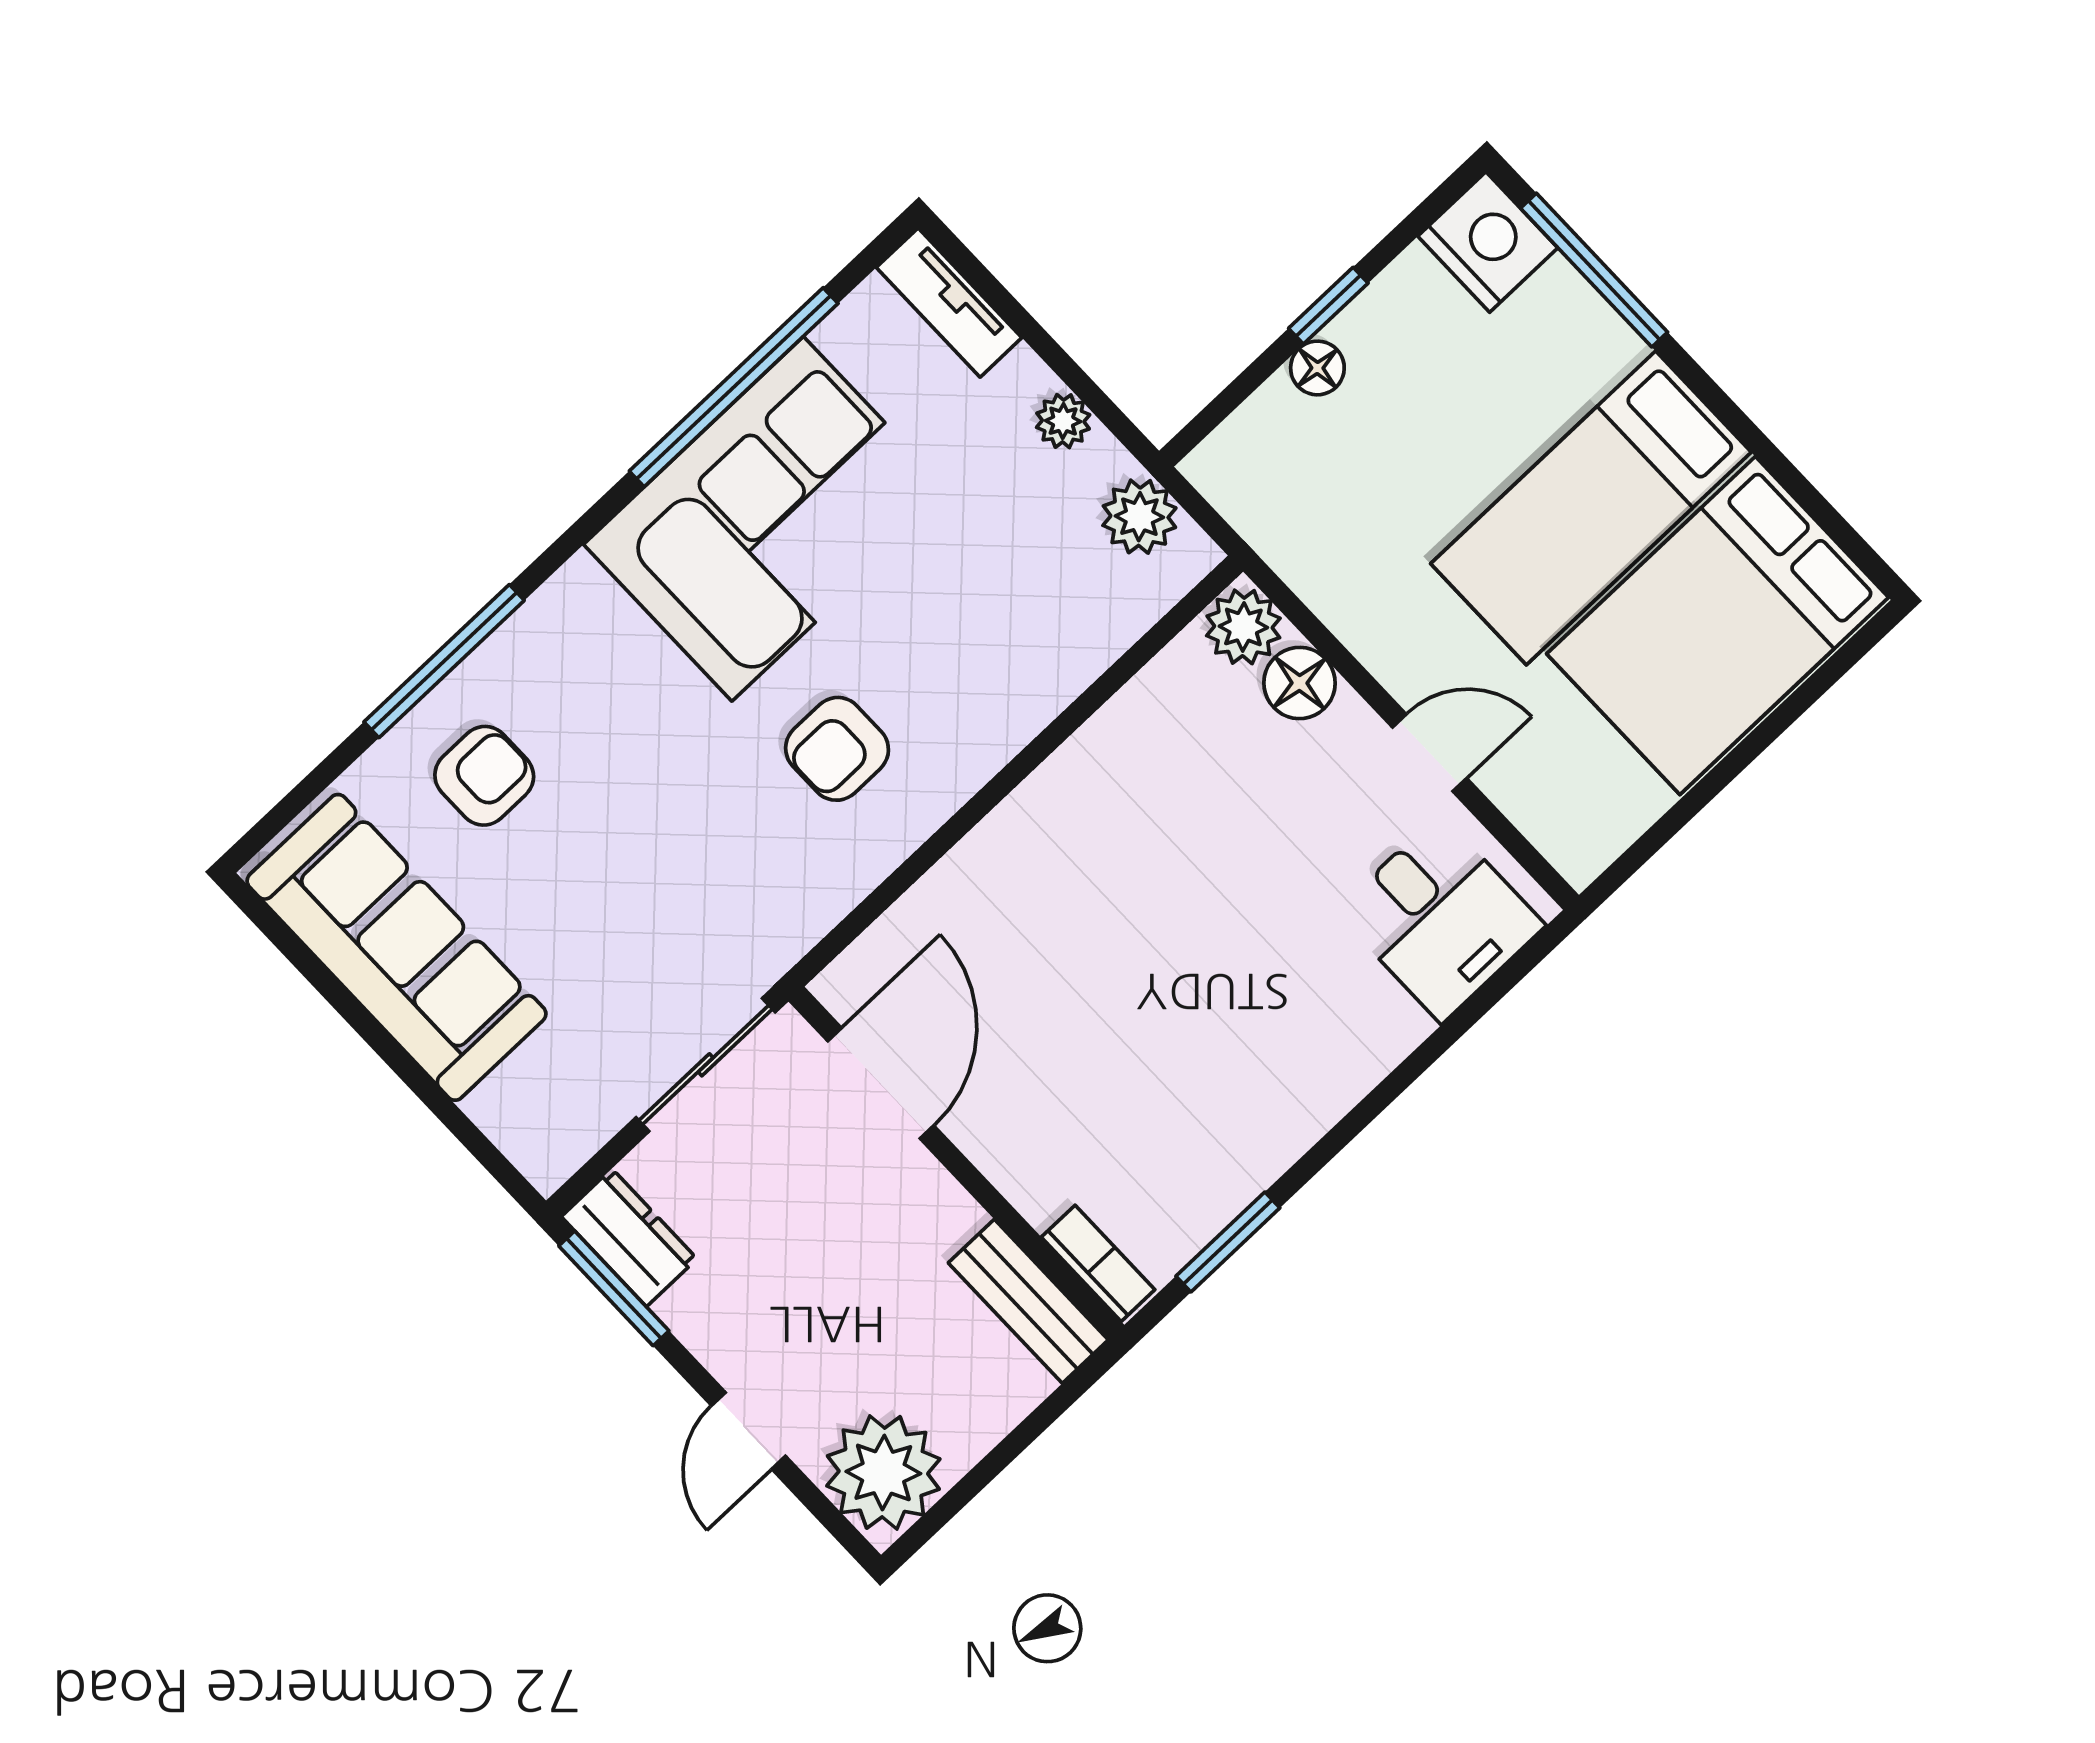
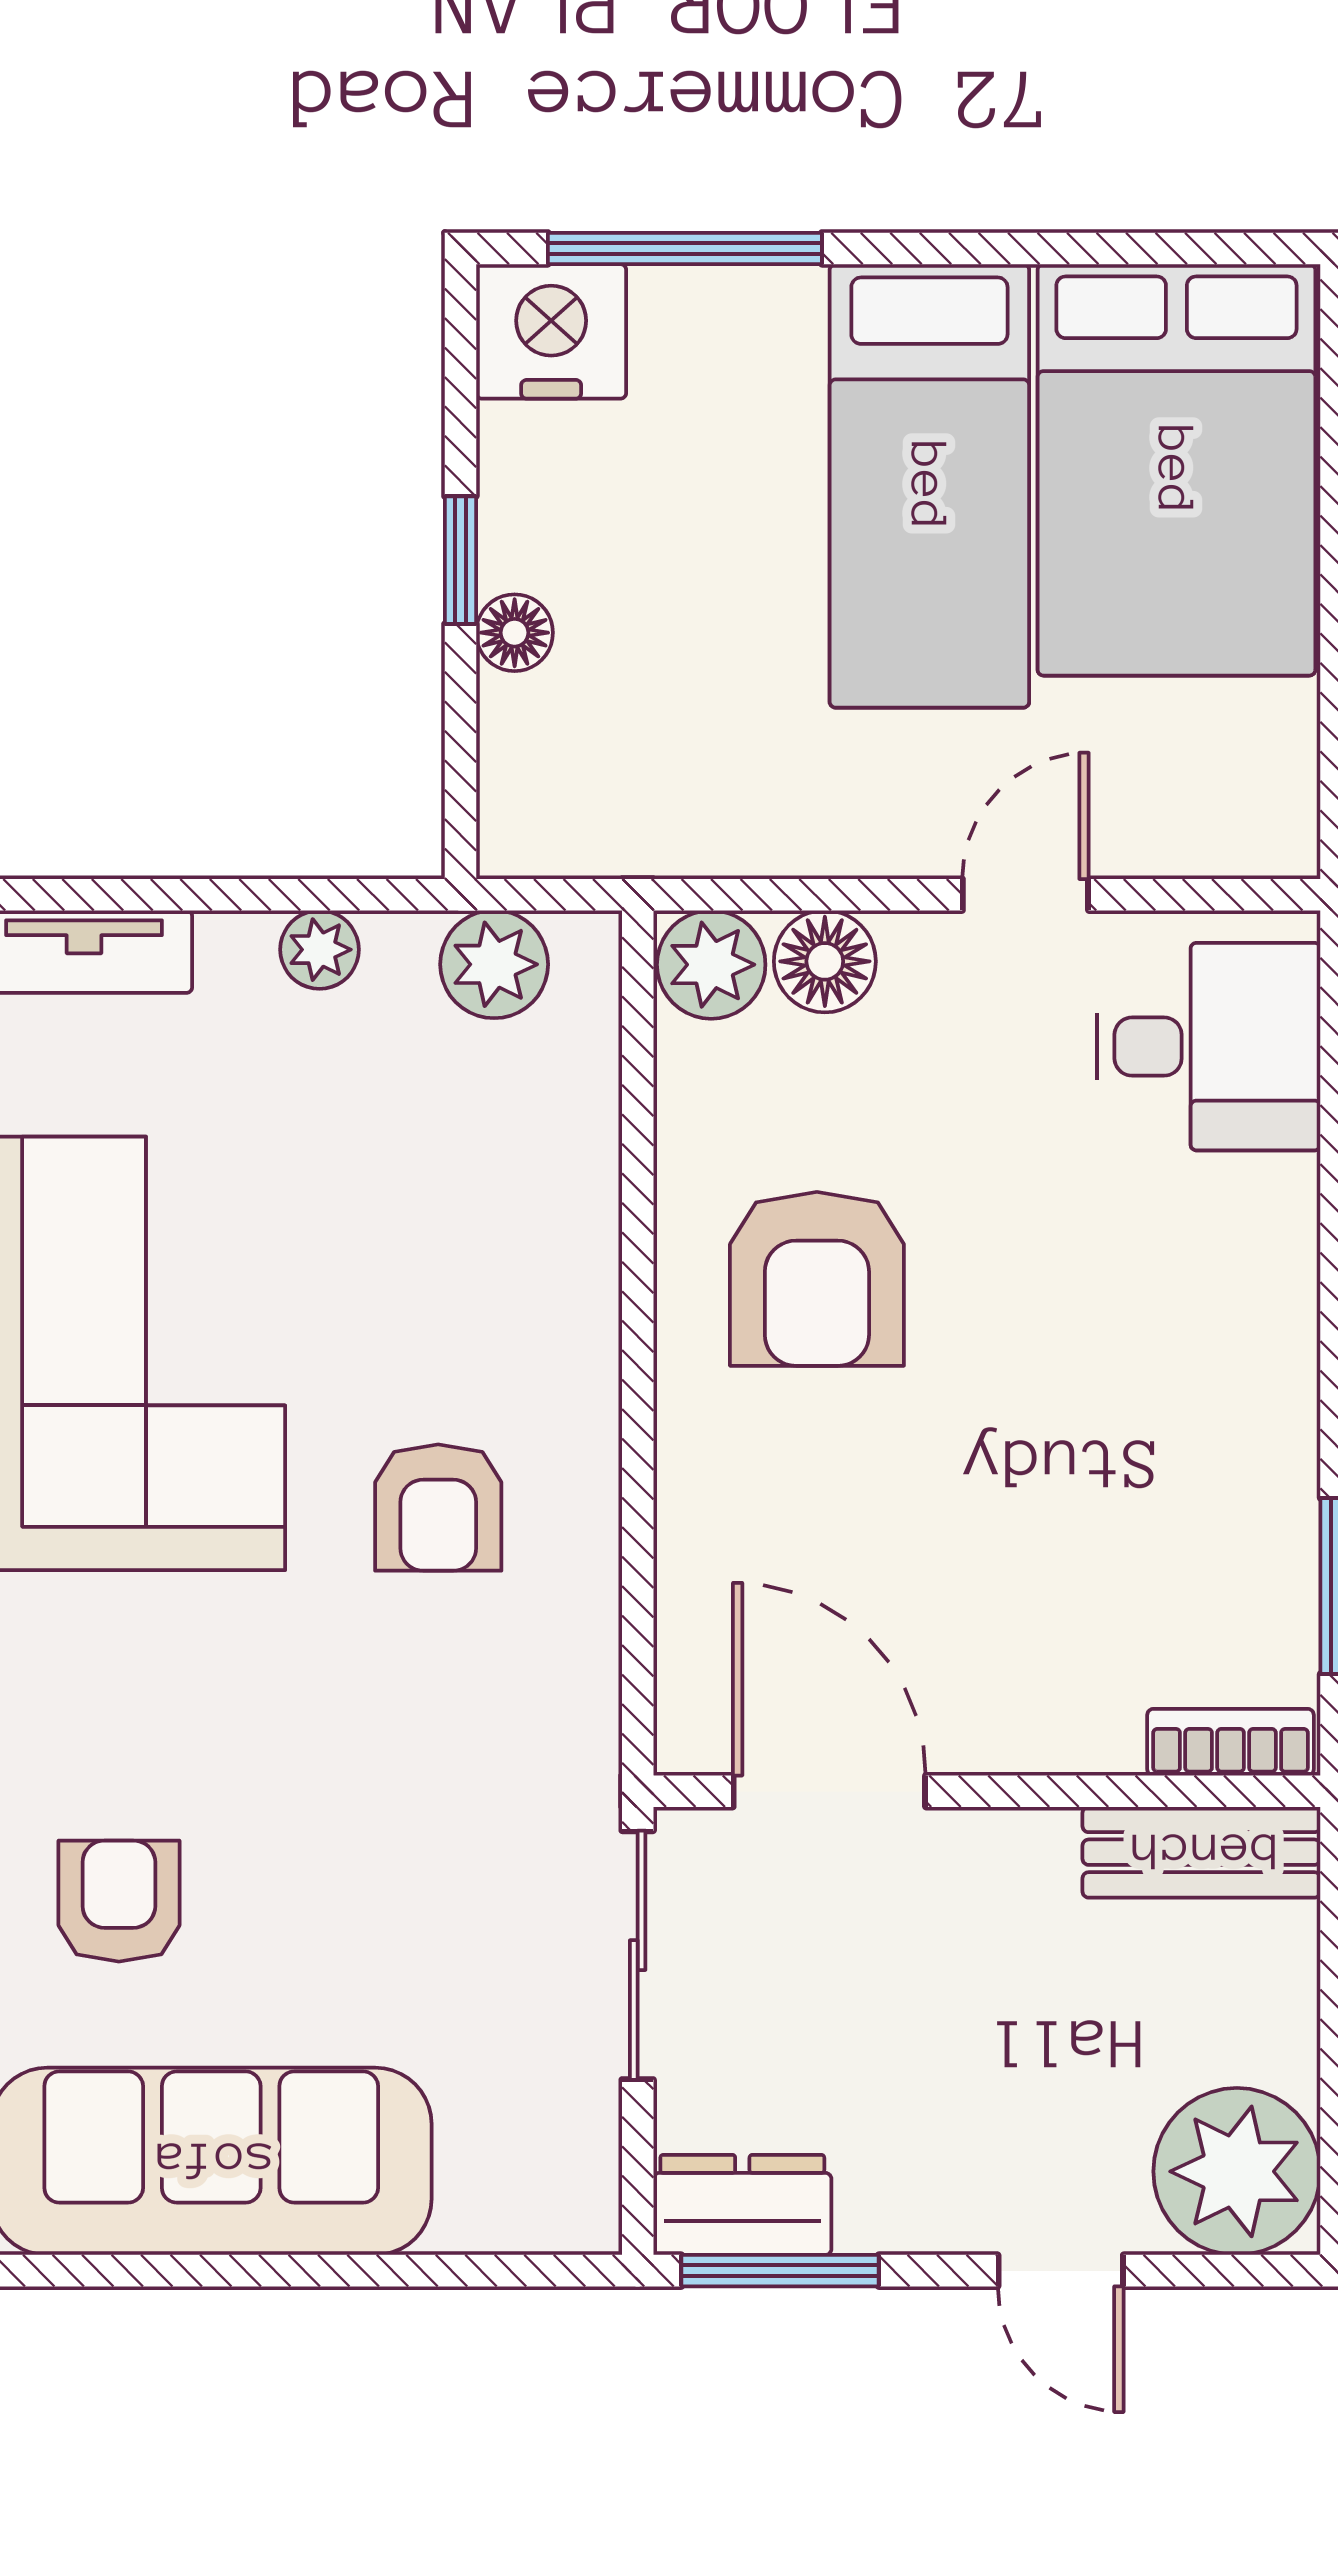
armchair: (1135, 831) -> (817, 1279), added

